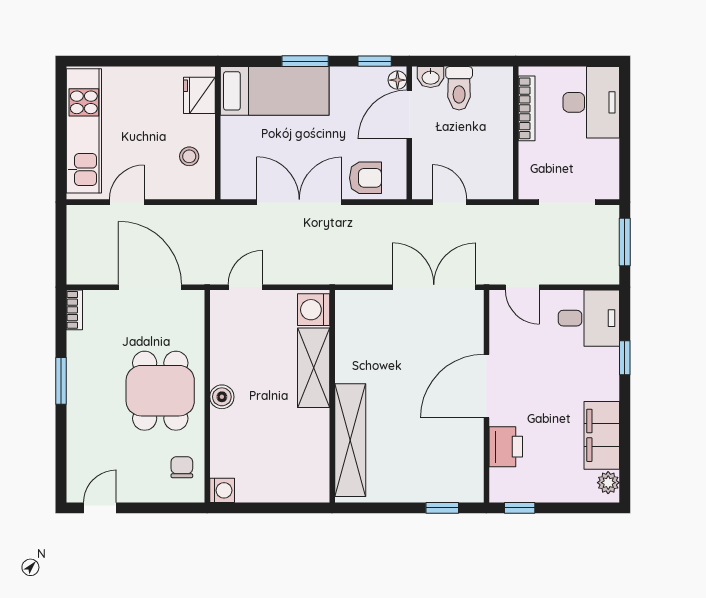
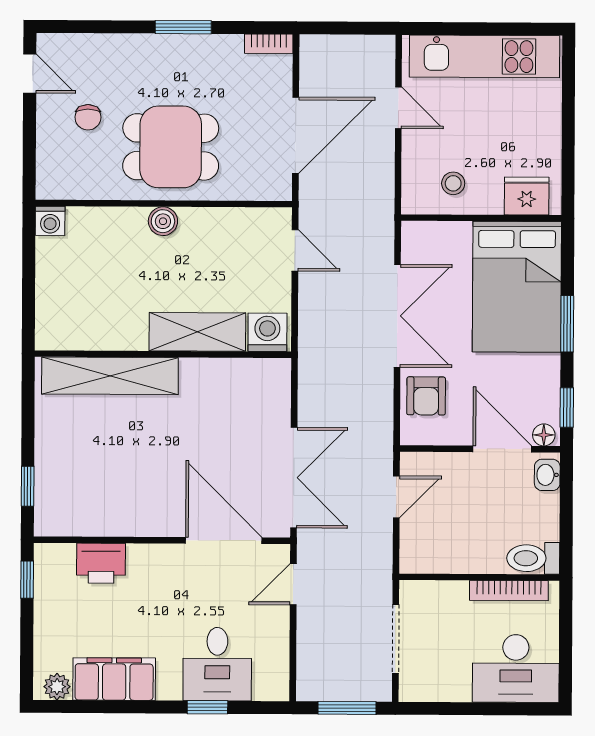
toilet: (459, 88) -> (533, 558), moved
bed: (275, 91) -> (517, 287), width x1.50
desk: (589, 318) -> (217, 664), moved
door: (486, 386) -> (224, 541), moved
chair: (182, 467) -> (88, 117), moved, turned 90

